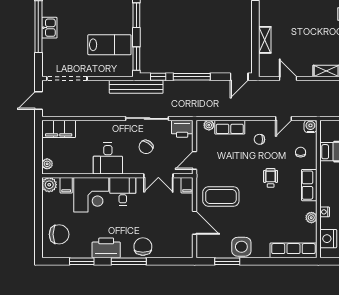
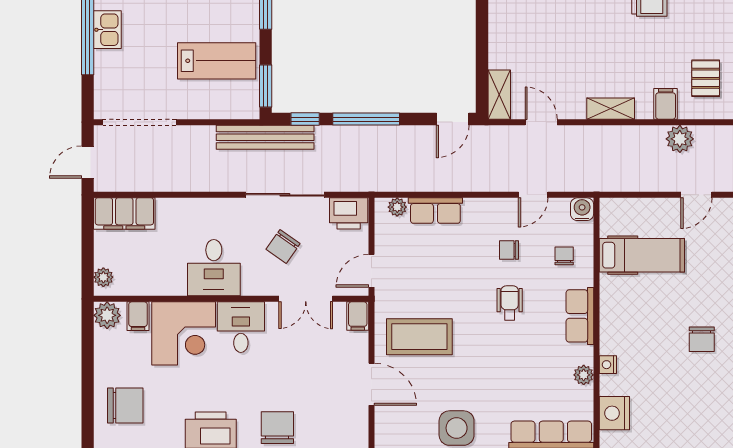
shelving: (265, 40) -> (499, 95), moved
chair: (259, 139) -> (509, 250), moved

